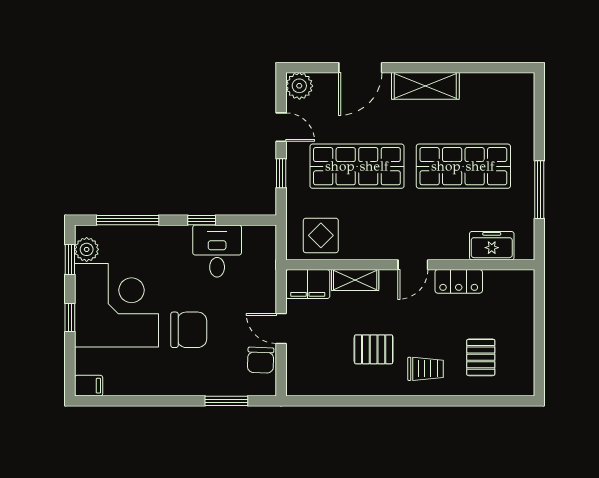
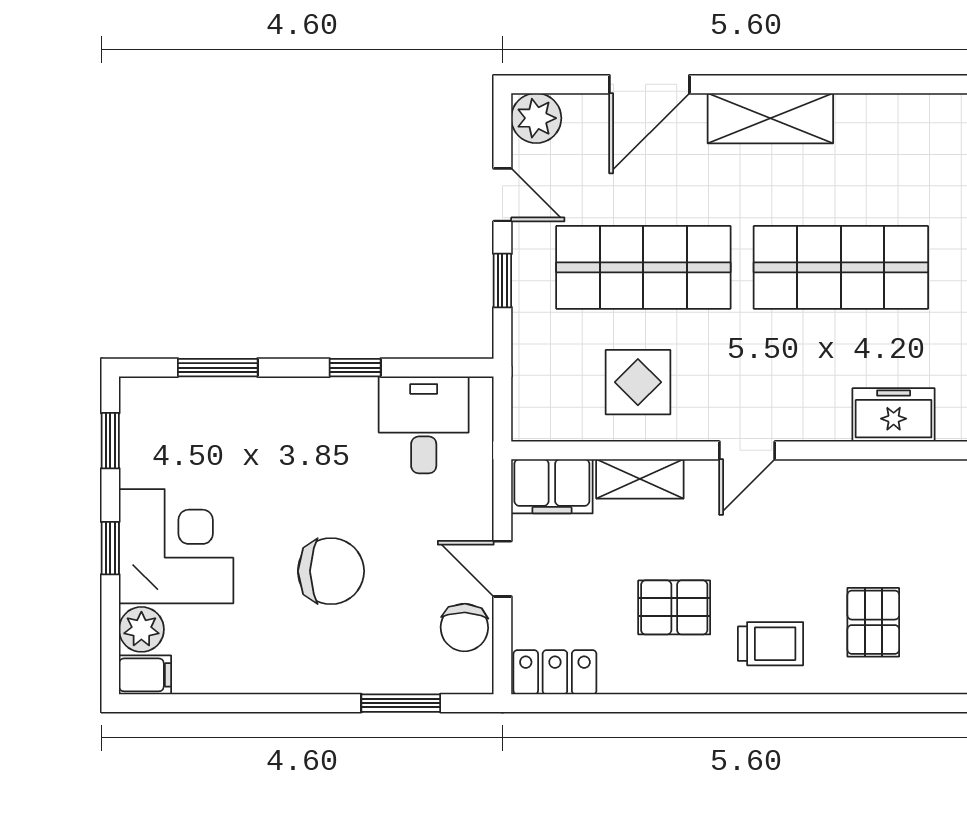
window: (128, 220) -> (218, 368), width x0.69
display table: (321, 235) -> (638, 382), moved
plant: (87, 249) -> (141, 629), moved
desk: (217, 251) -> (424, 425), moved
locker: (459, 281) -> (555, 672), moved, turned 180
corner desk: (116, 305) -> (176, 546), width x0.74, depth x0.74

